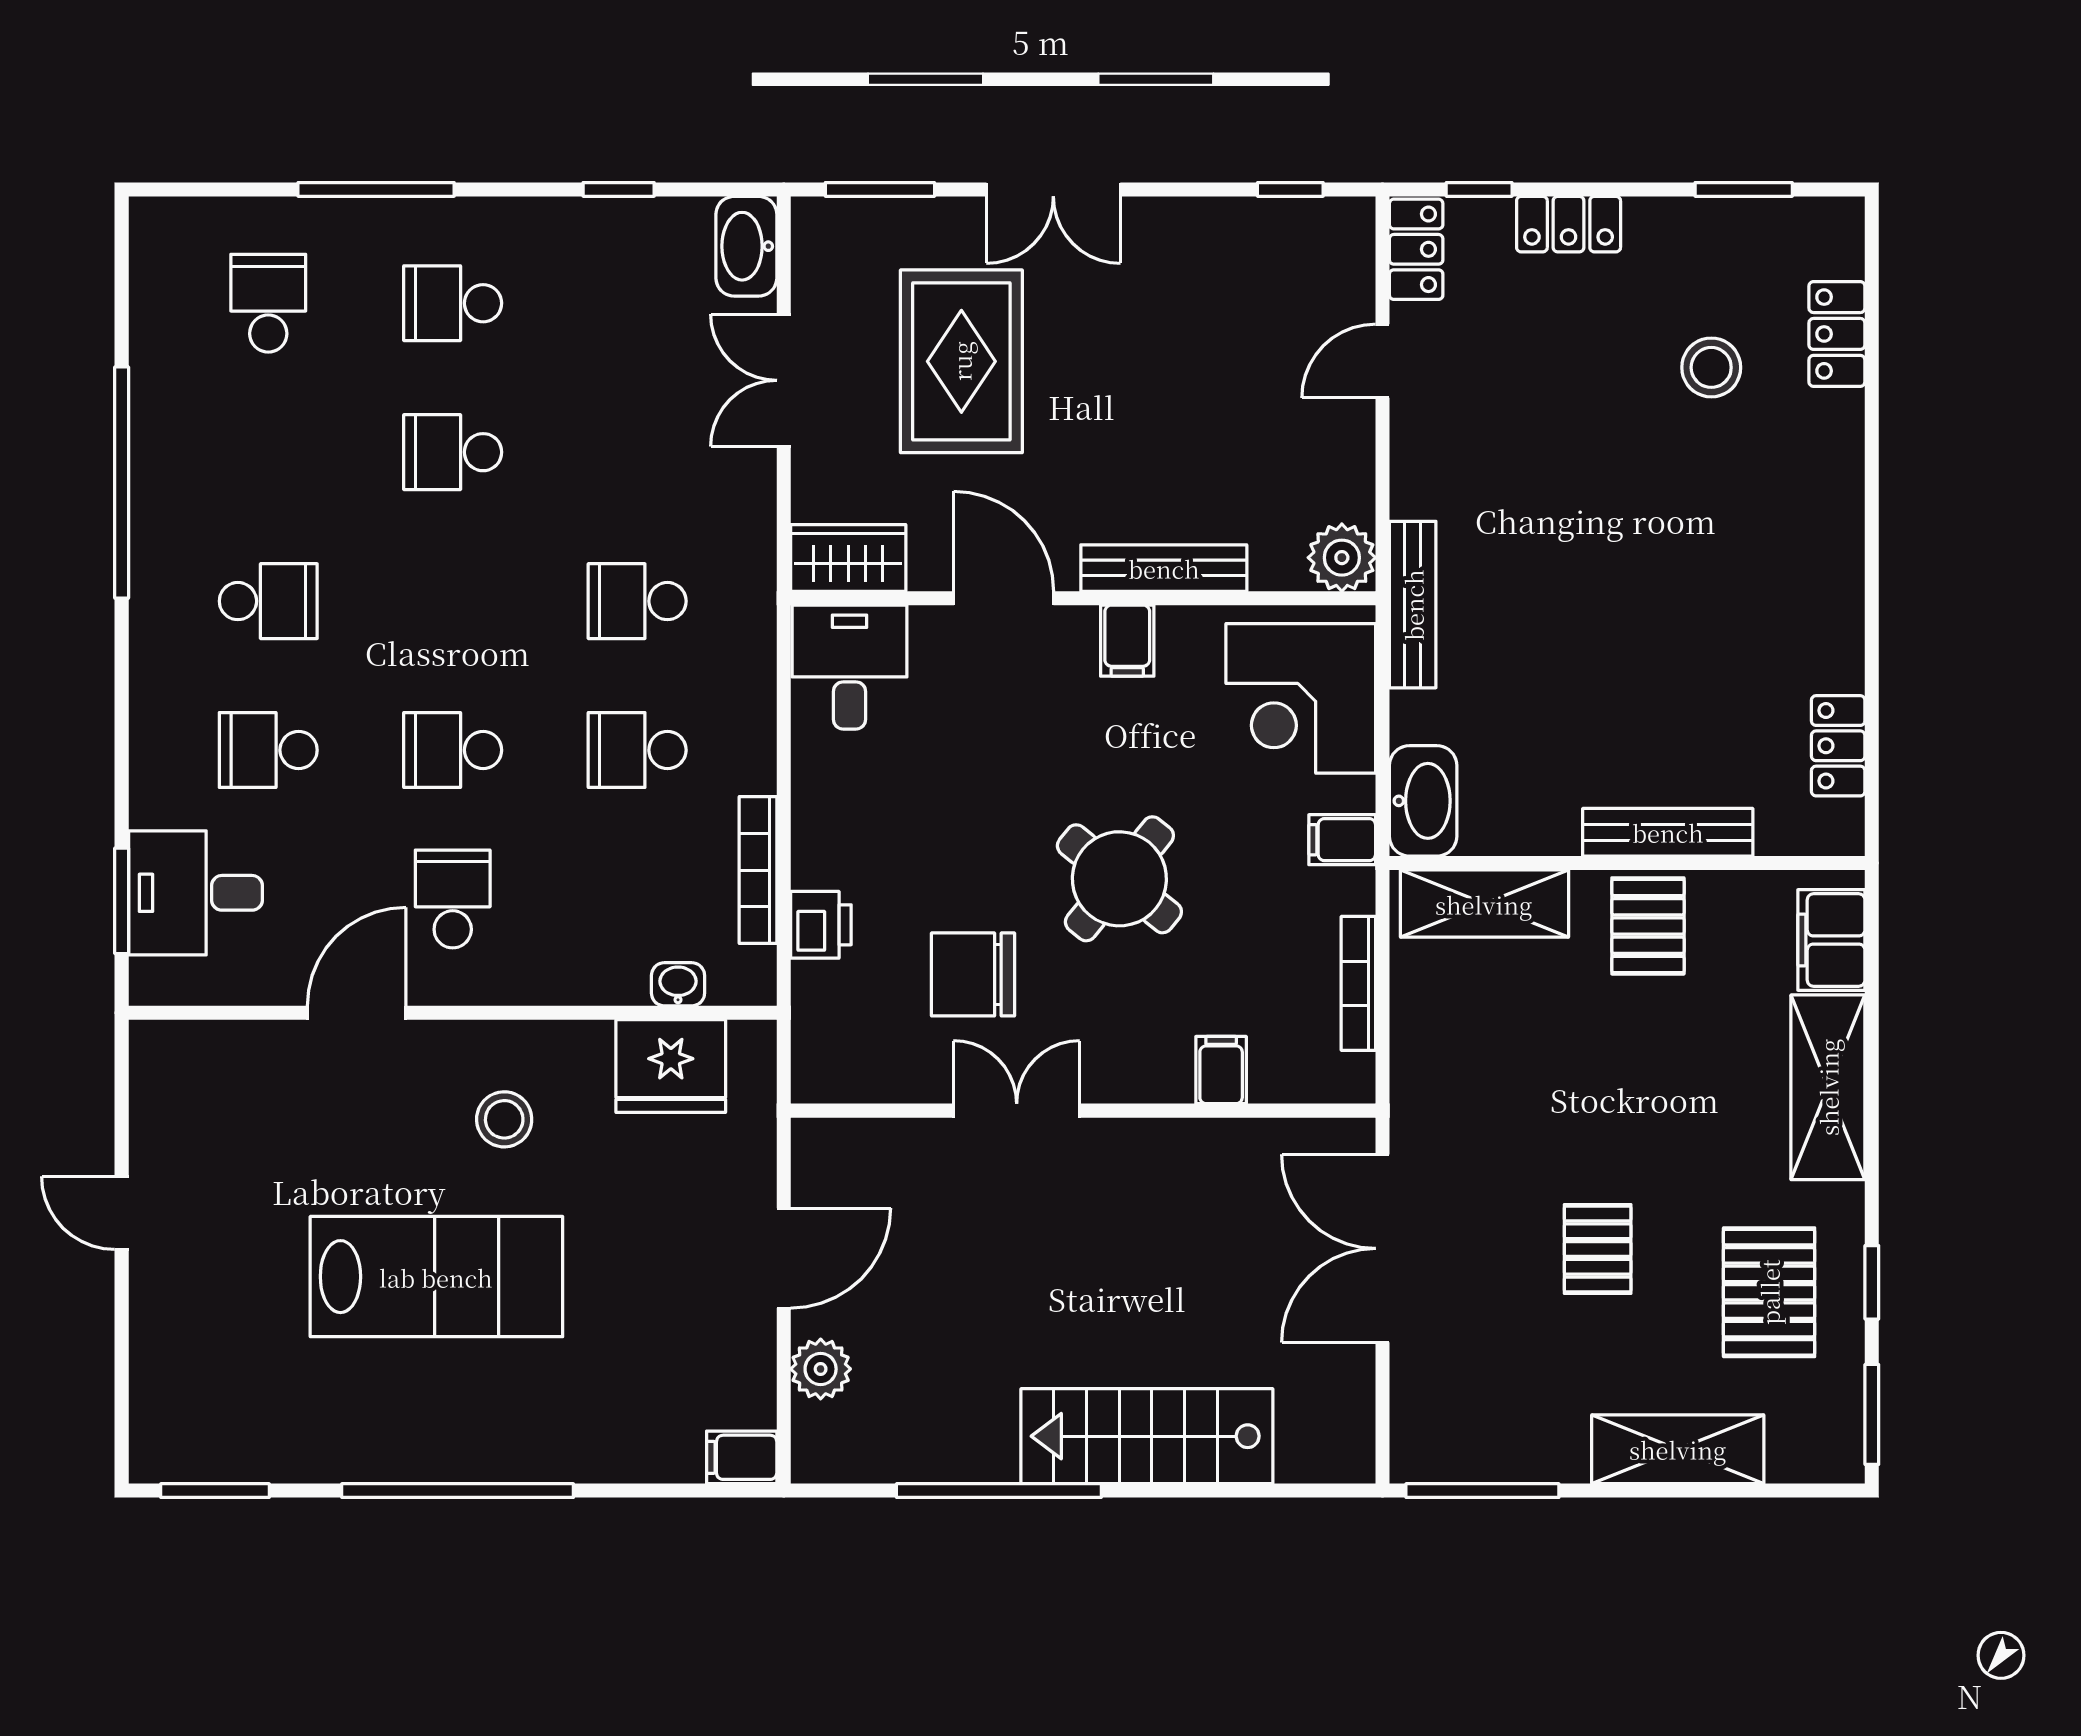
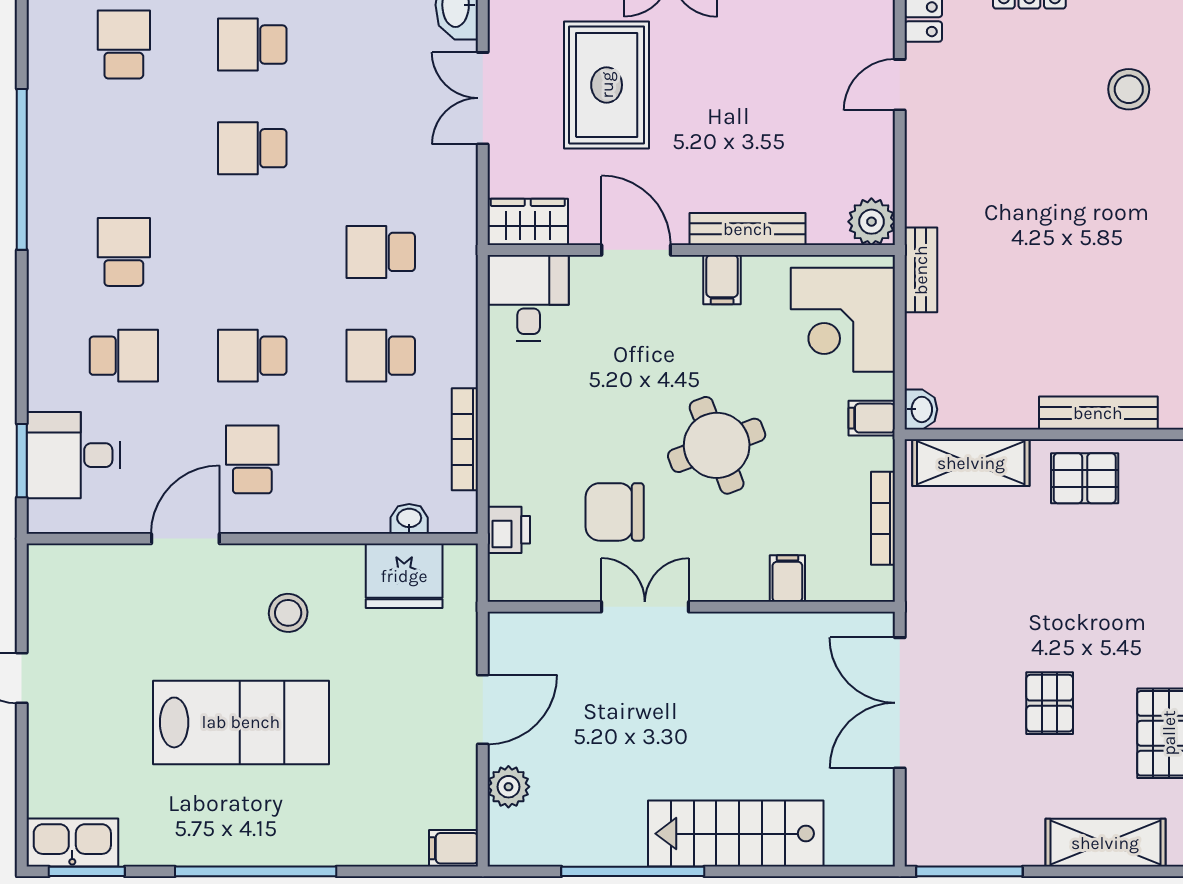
school desk: (268, 601) -> (124, 252), turned -90
bench: (1413, 605) -> (921, 270), width x0.73
school desk: (268, 750) -> (124, 356), turned 180
washbasin: (1423, 801) -> (921, 409), width x0.52, depth x0.69
round table: (1119, 879) -> (717, 445), turned 30
printer: (821, 925) -> (509, 530), moved
pallet: (1648, 926) -> (1085, 478), turned 90
kitchen sink: (194, 1449) -> (72, 842), added

